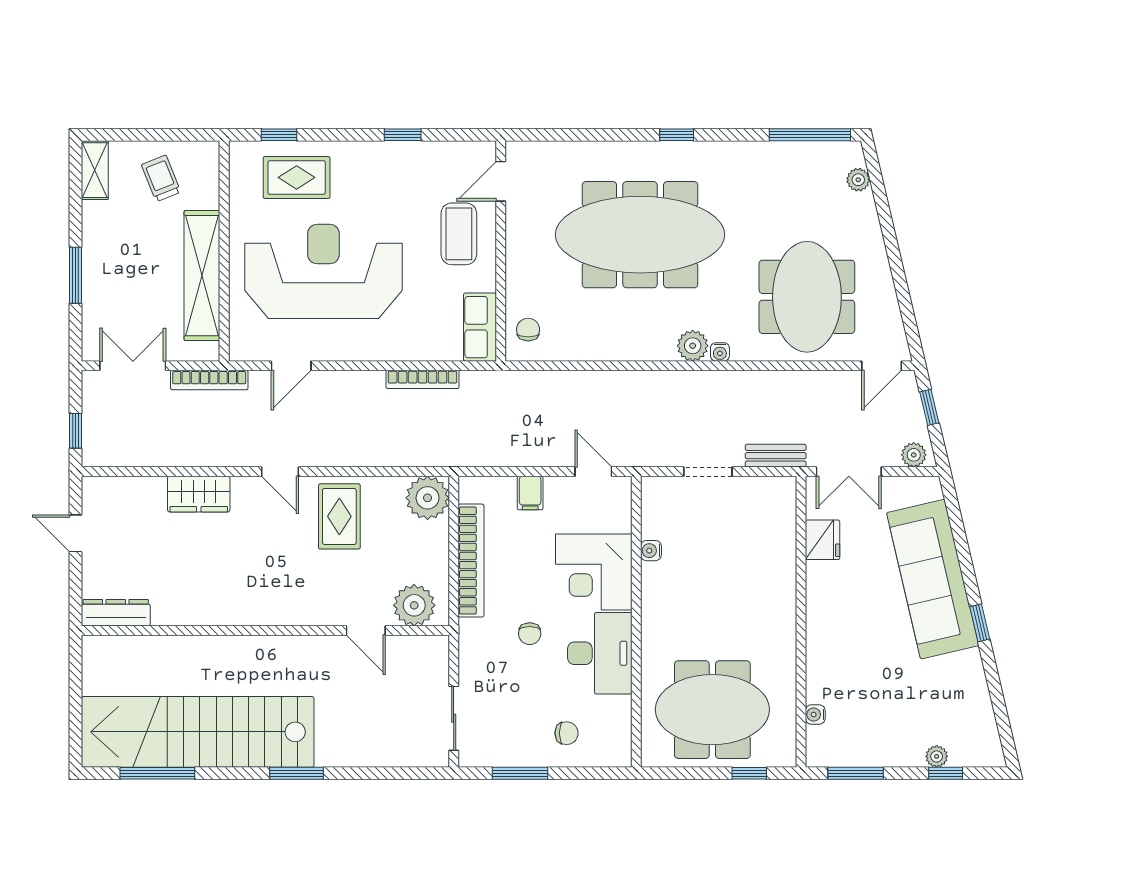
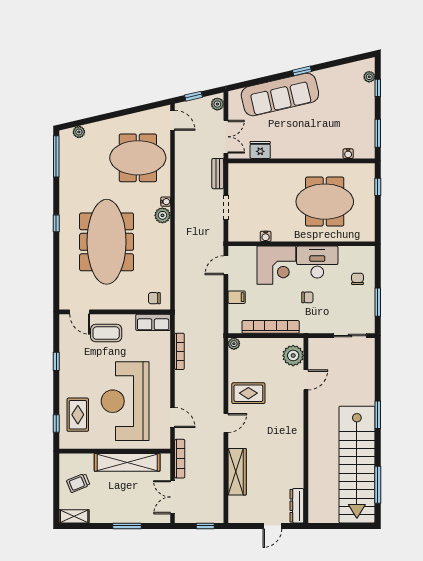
wardrobe: (199, 494) -> (237, 472), width x1.50
plant: (428, 498) -> (234, 344), width x0.53, depth x0.53
door: (76, 533) -> (272, 526), moved
meeting table: (712, 710) -> (325, 202), moved, turned 90
plant: (937, 756) -> (369, 77), moved

